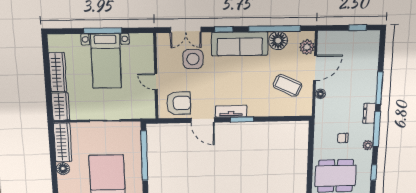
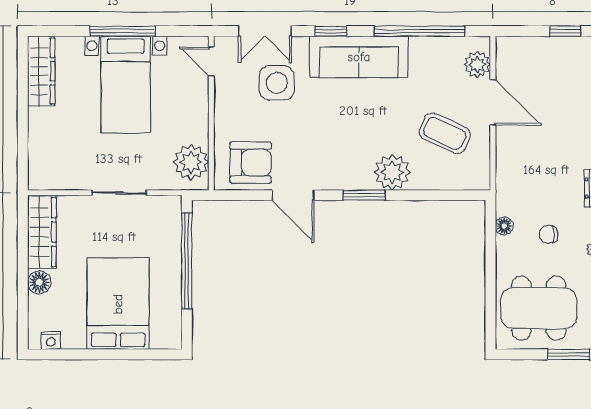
floor lamp: (278, 41) -> (426, 52), removed
door: (315, 68) -> (493, 102), hinge flipped
wardrobe: (58, 72) -> (41, 71), moved
door: (156, 82) -> (211, 61), moved
floor lamp: (320, 94) -> (504, 226), moved
plant: (145, 103) -> (191, 162), added
wardrobe: (61, 106) -> (42, 165), removed
plant: (258, 107) -> (392, 172), added
tv unit: (231, 111) -> (344, 180), removed

